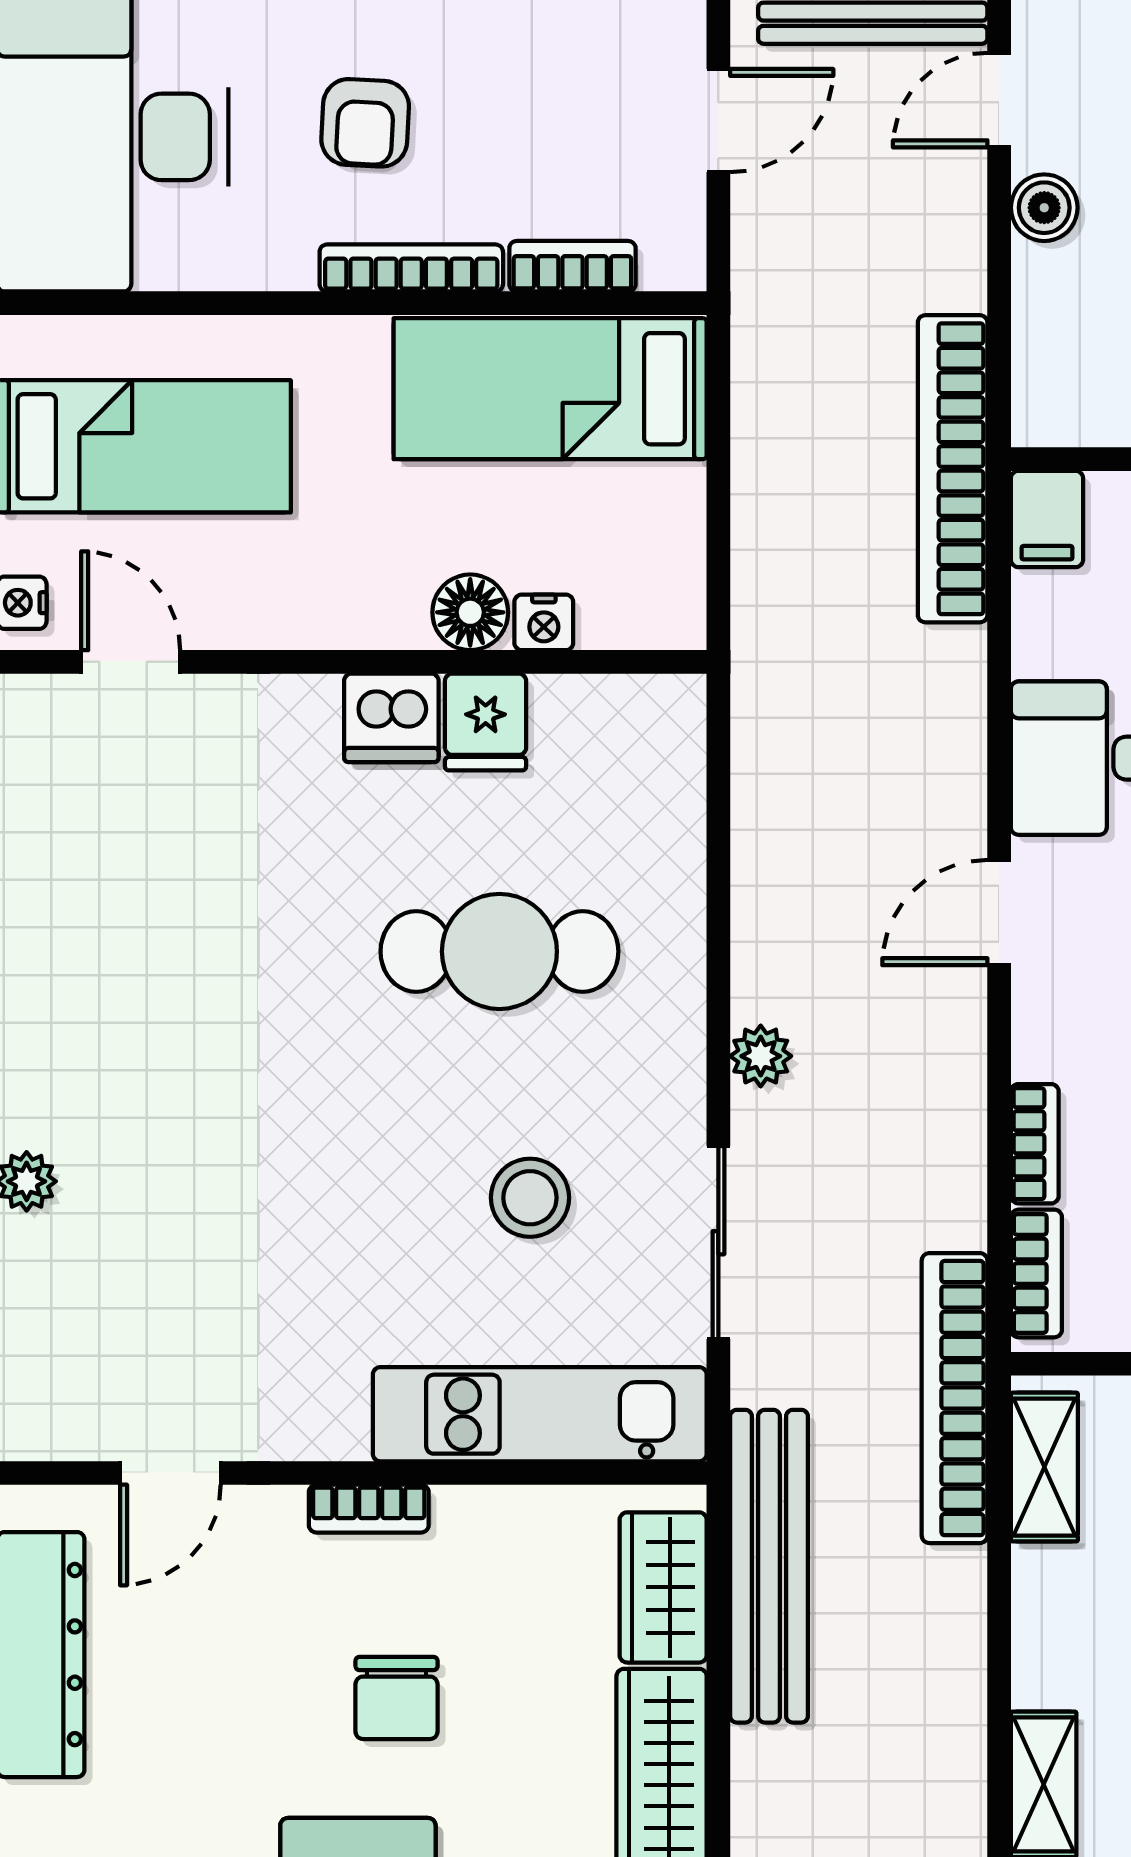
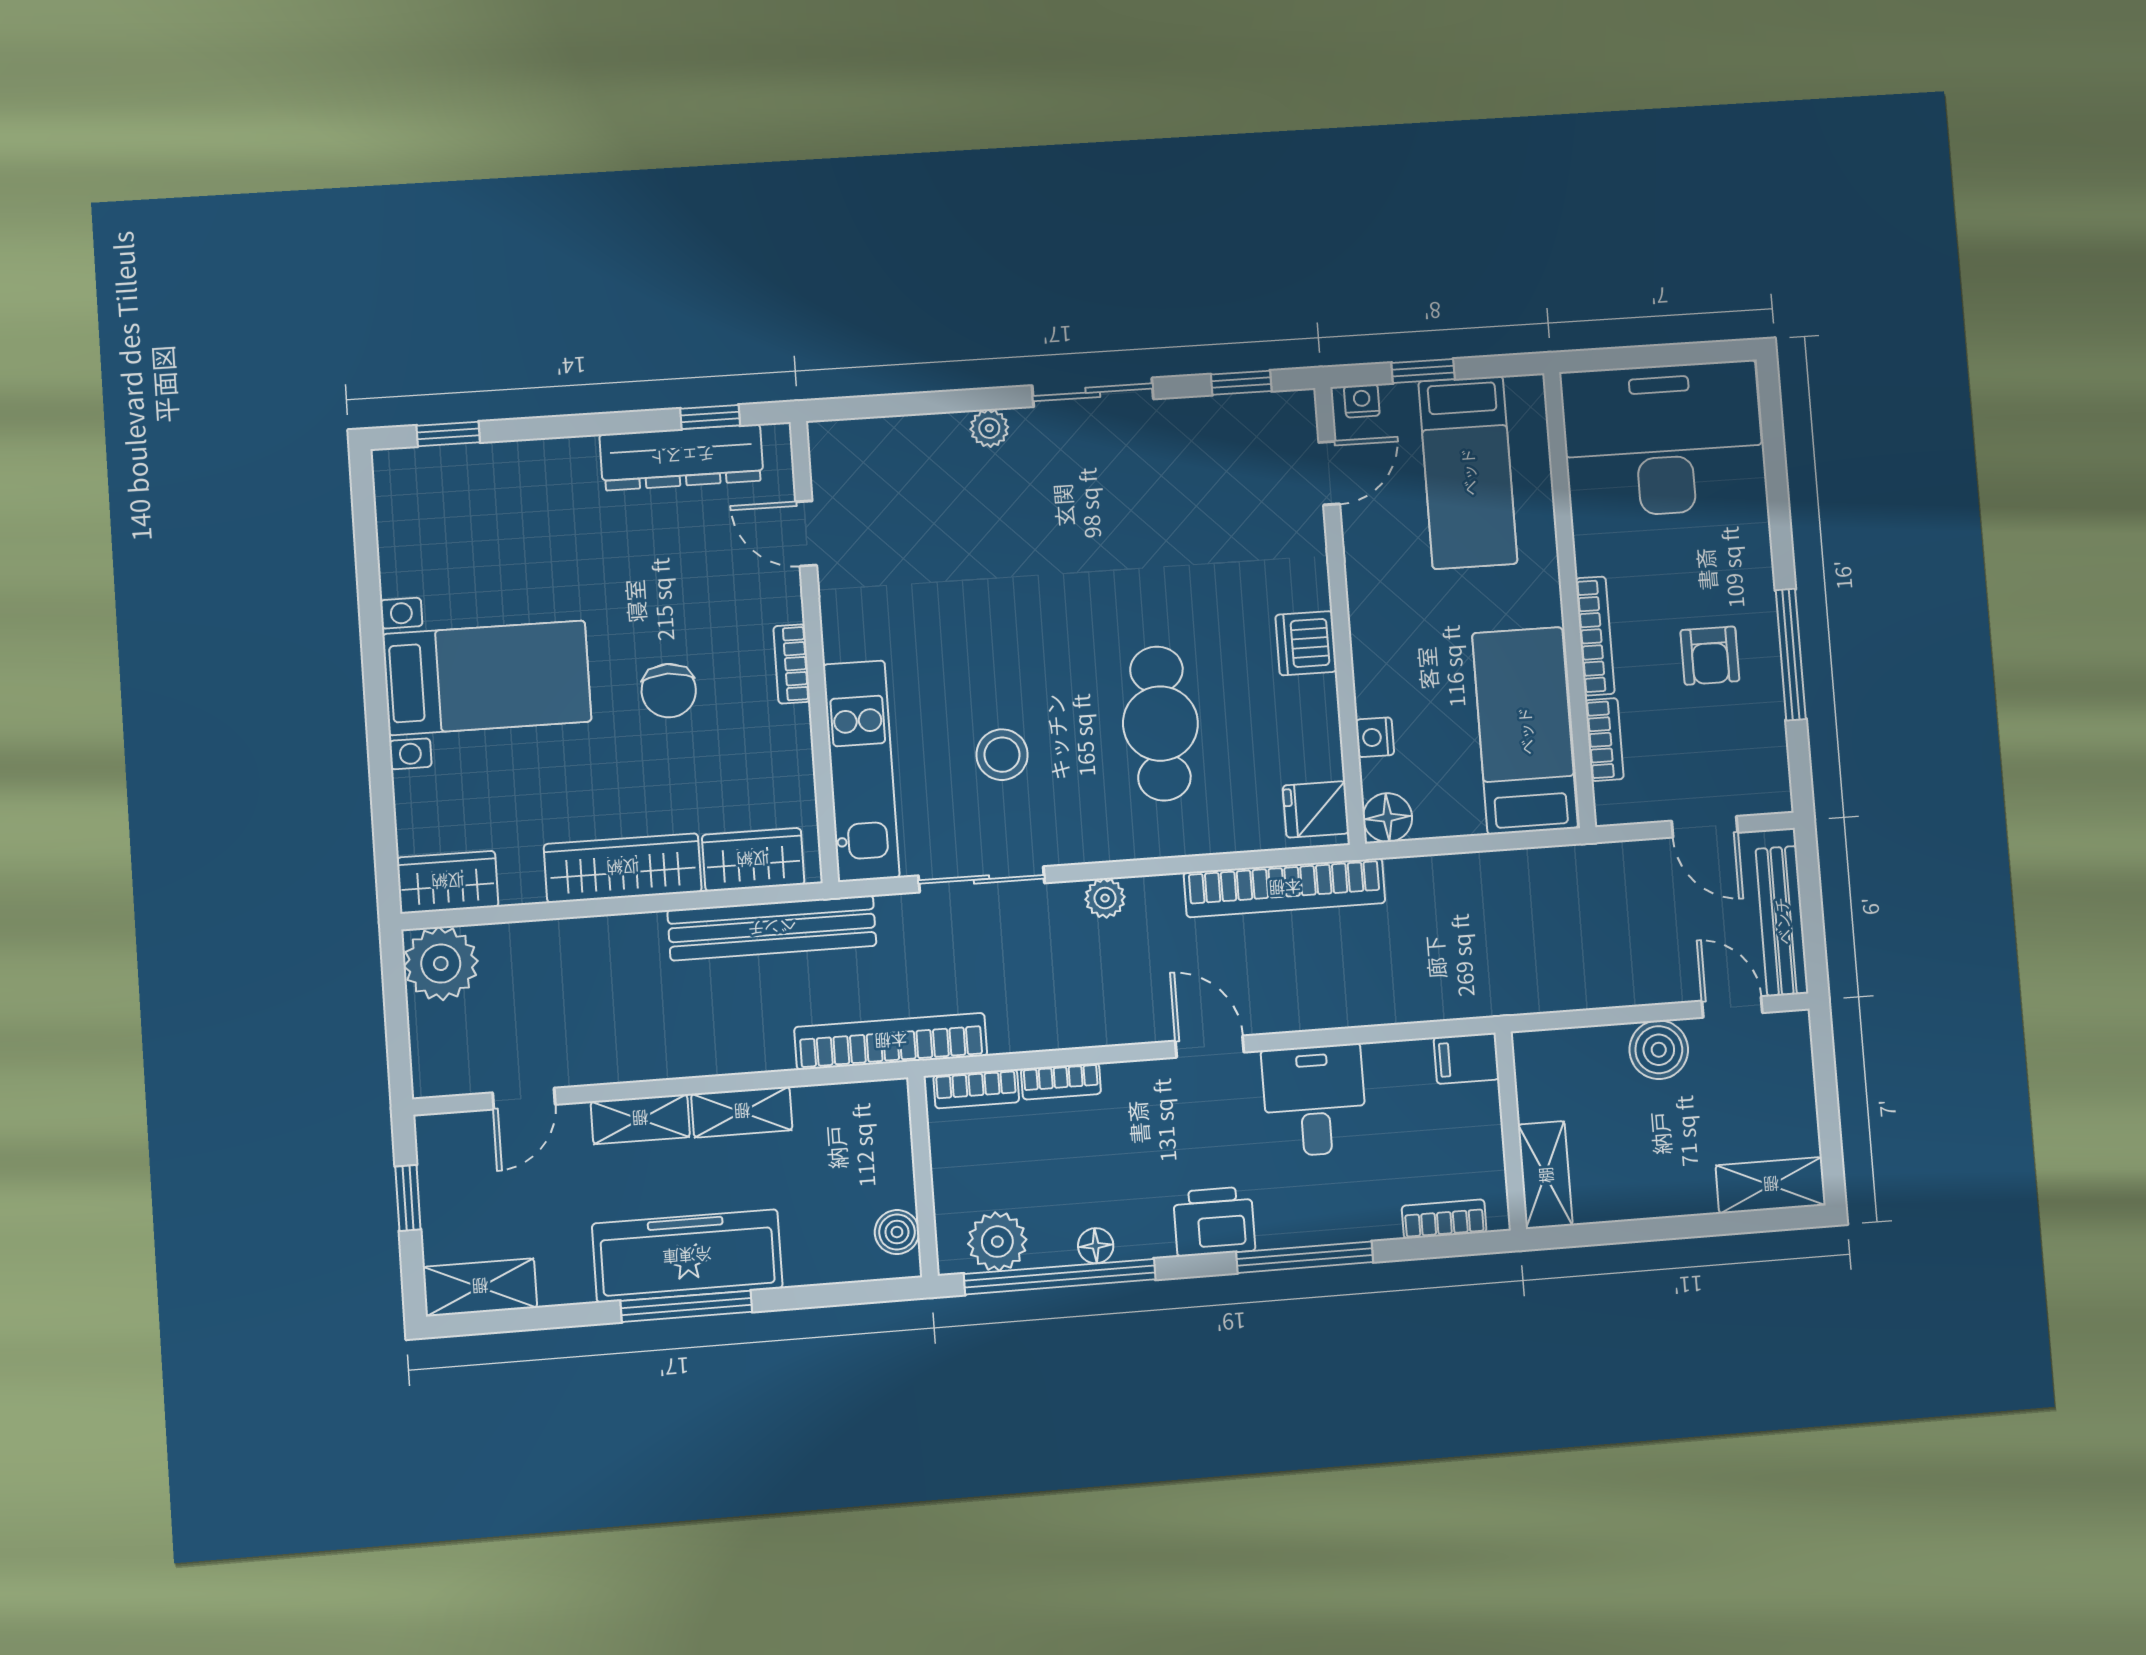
armchair: (365, 123) -> (1710, 656), moved, turned -93
boiler: (1044, 208) -> (1659, 1050), width x1.36, depth x1.36
bookcase: (953, 469) -> (1285, 888), moved, turned 180
floor lamp: (470, 612) -> (1388, 818), moved
fridge: (486, 722) -> (1316, 809), moved
shelving: (1044, 1467) -> (742, 1112), moved
chair: (397, 1698) -> (669, 691), turned -90

